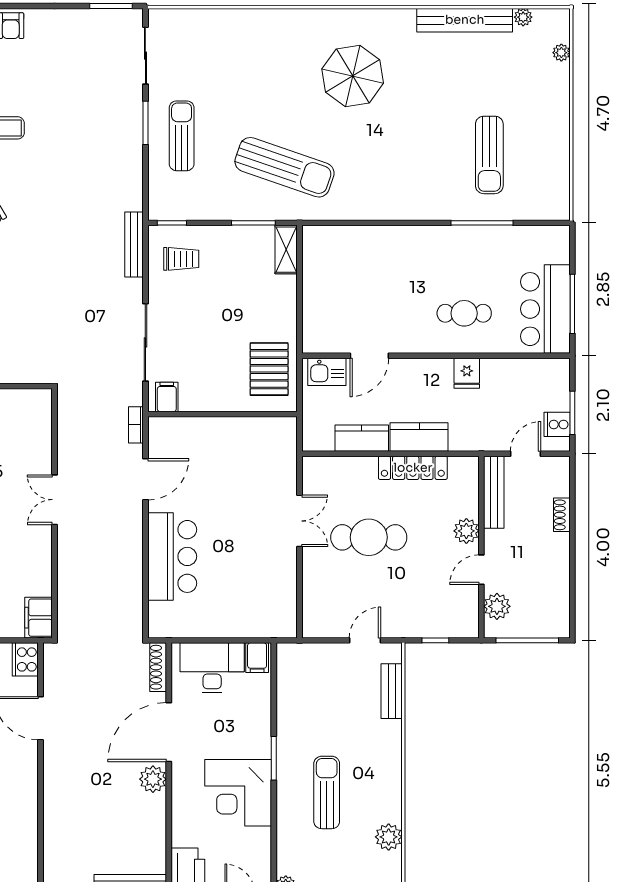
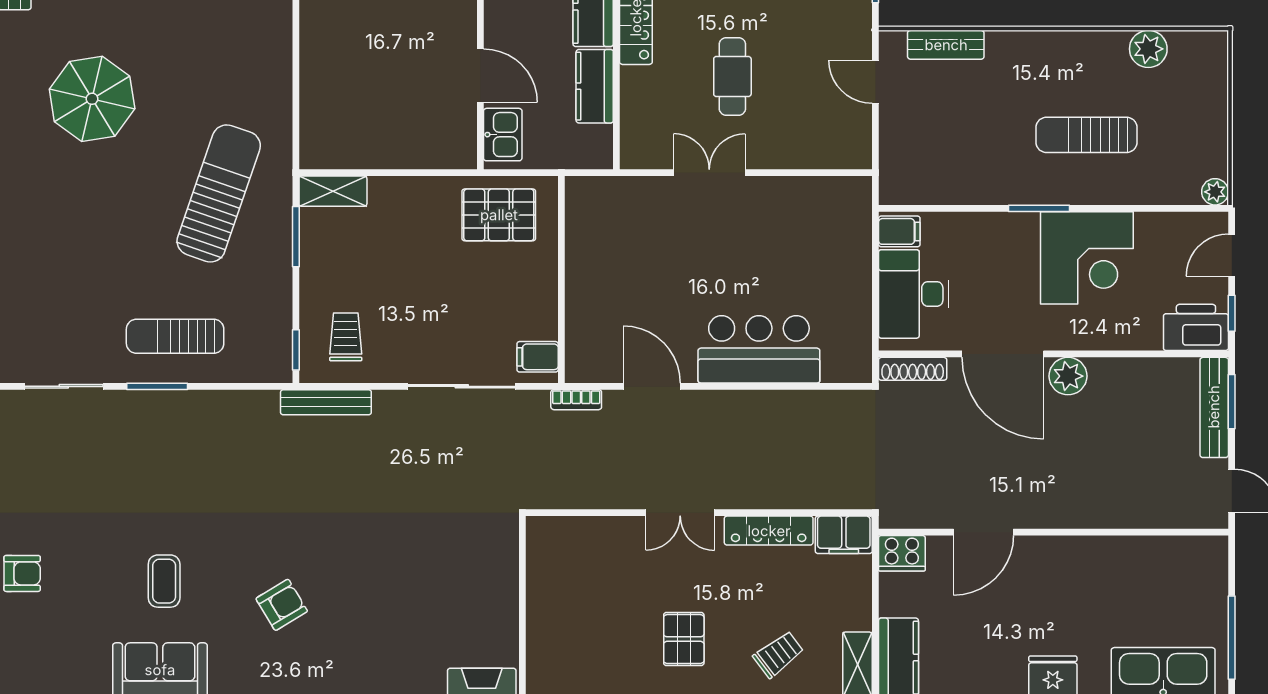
cafe table: (369, 537) -> (732, 76), width x0.73, depth x0.74
locker: (42, 563) -> (769, 531), added

